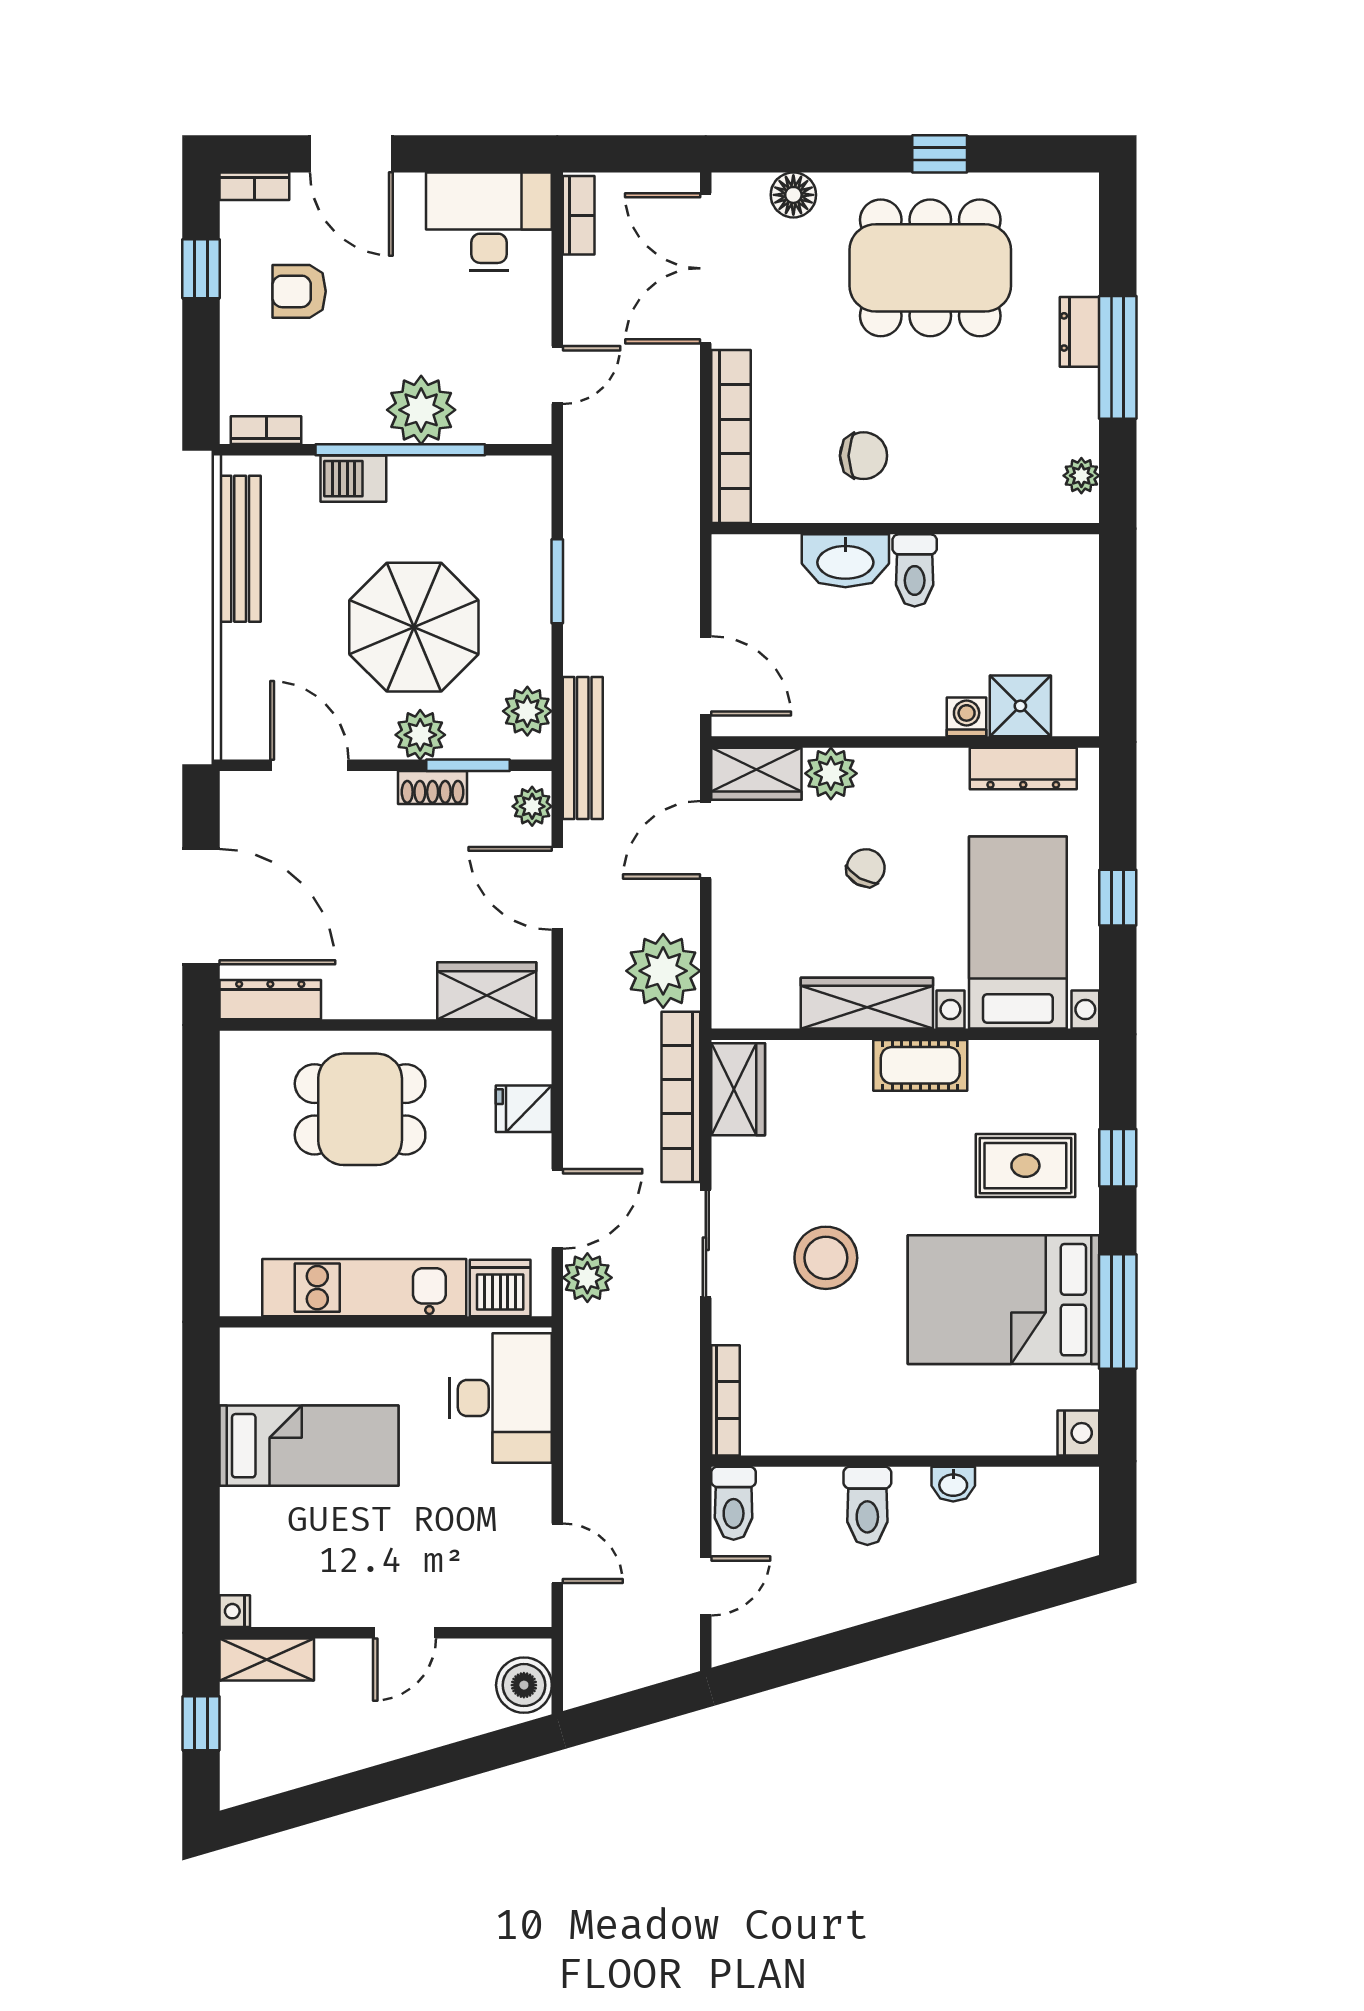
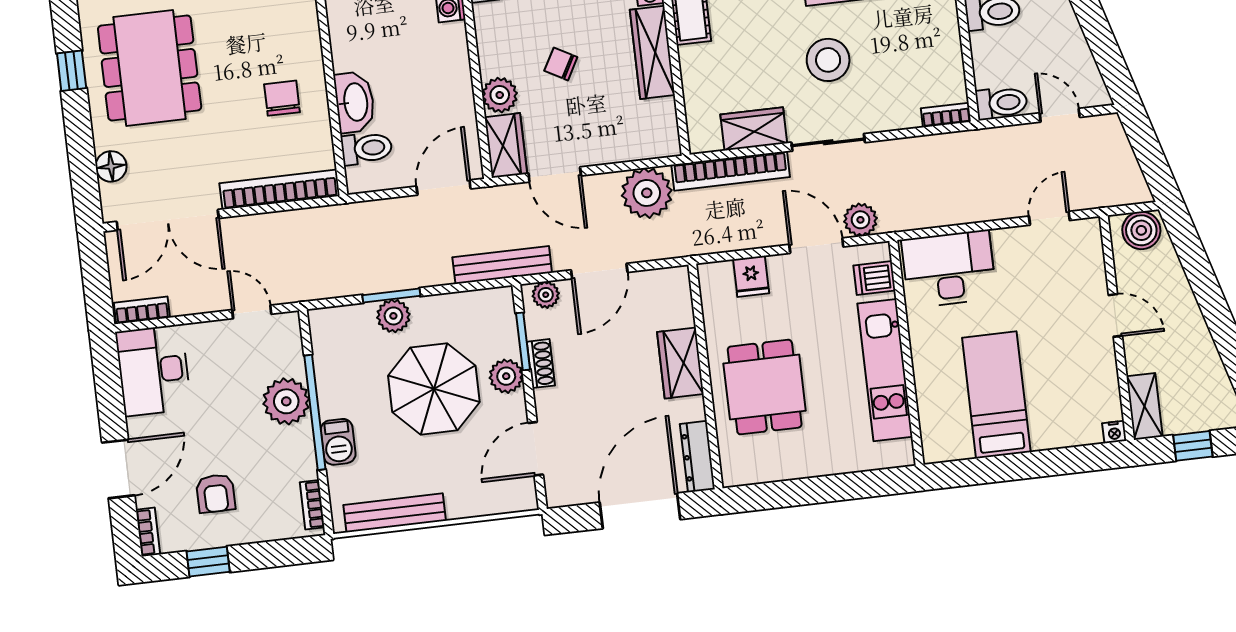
toilet: (915, 570) -> (367, 148), moved
plant: (527, 711) -> (393, 316), moved
wardrobe: (487, 991) -> (680, 363), moved
wardrobe: (738, 1089) -> (754, 129), moved
dishwasher: (500, 1288) -> (874, 278), width x0.73
bookcase: (725, 1400) -> (946, 115), width x0.64

